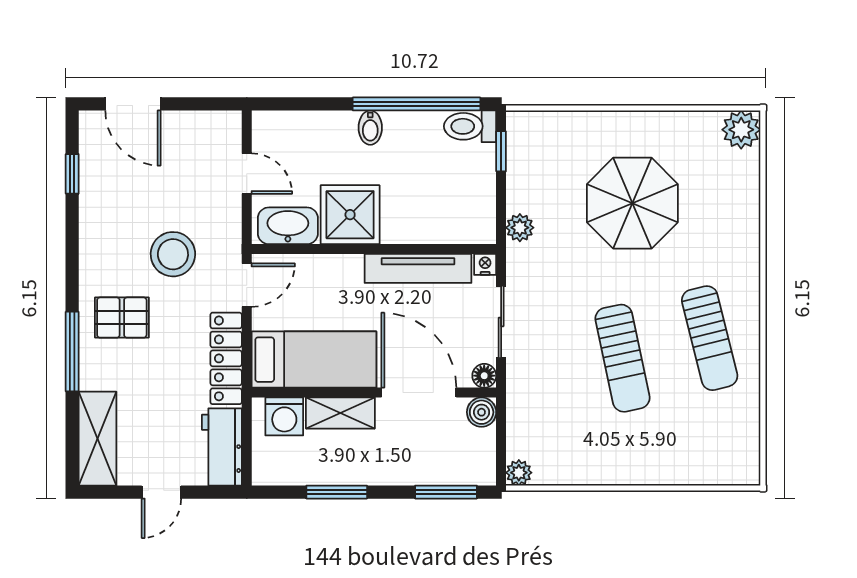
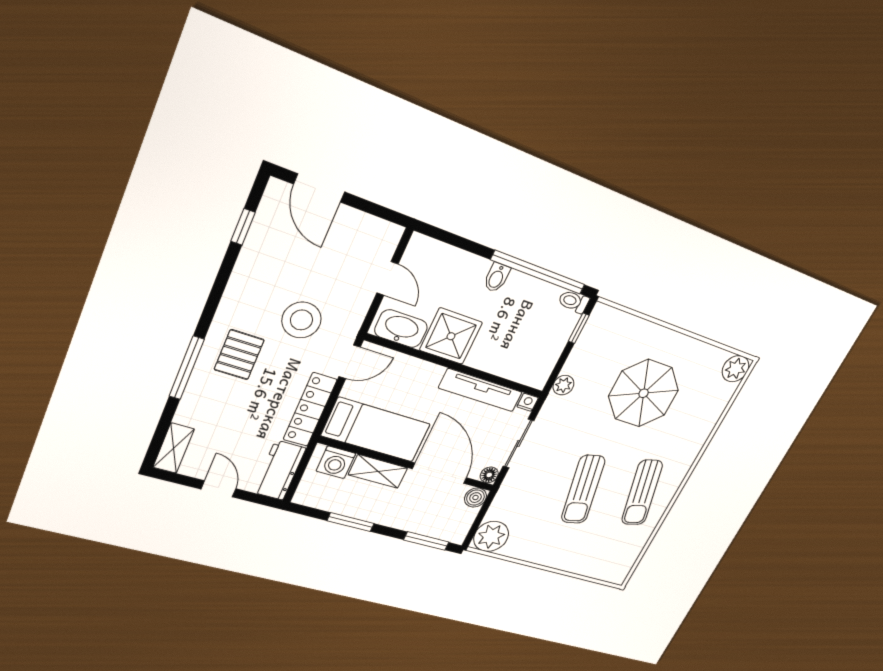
toilet: (470, 126) -> (574, 302), width x0.73, depth x0.72
pallet: (122, 318) -> (239, 355), turned 90
shelving: (97, 439) -> (174, 448), width x0.67, depth x0.75
plant: (519, 473) -> (491, 536), width x1.88, depth x1.88
door: (161, 492) -> (219, 489), swing flipped

